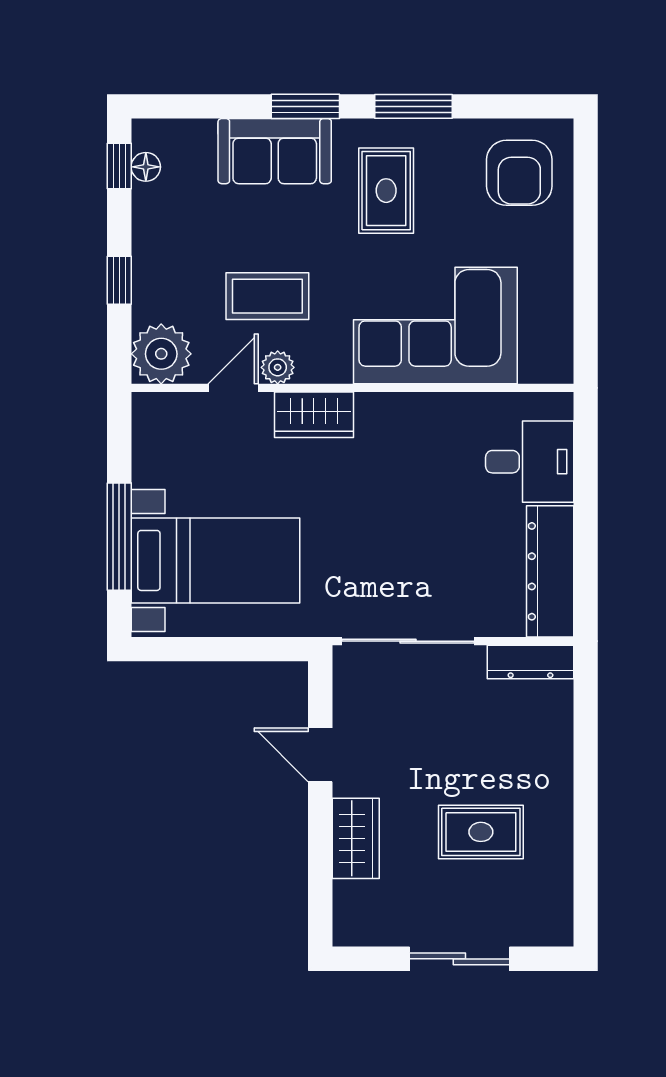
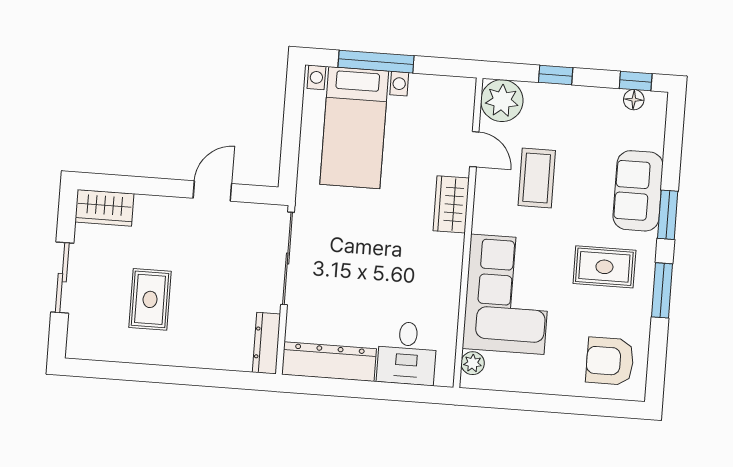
plant: (278, 367) -> (473, 363), moved
wardrobe: (356, 838) -> (104, 208), moved

